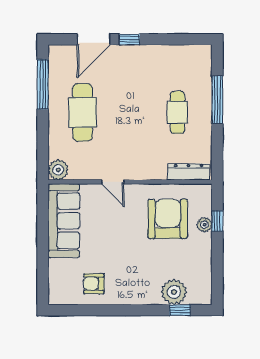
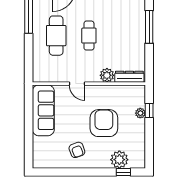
cafe table: (177, 112) -> (89, 36), moved
plant: (58, 170) -> (107, 75), moved
armchair: (168, 219) -> (104, 123), moved
armchair: (94, 284) -> (77, 150), moved, turned -110

